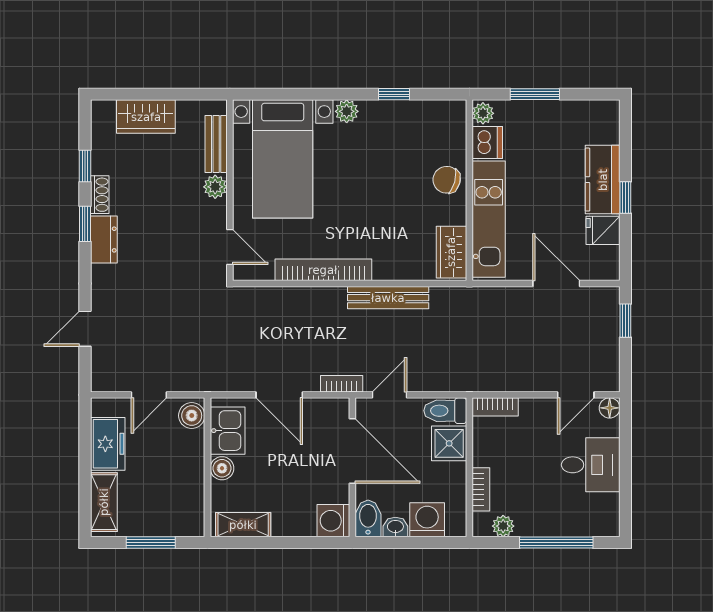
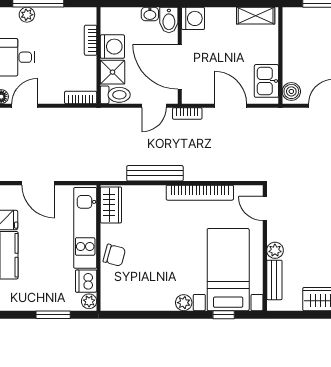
window: (394, 94) -> (224, 315), moved
boiler: (222, 468) -> (270, 55), removed
washing machine: (427, 520) -> (112, 47), moved, turned -90
plant: (503, 526) -> (27, 15), moved

